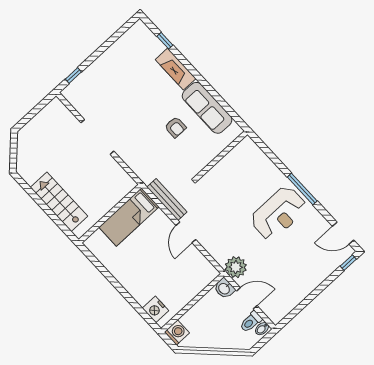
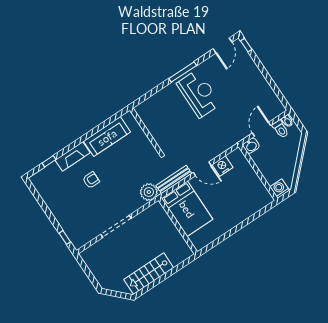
armchair: (175, 127) -> (91, 180), moved
stairs: (59, 202) -> (149, 274), moved
bed: (129, 217) -> (187, 209), width x1.50
plant: (236, 267) -> (149, 192), moved
nightstand: (156, 309) -> (223, 166), moved, turned 180

